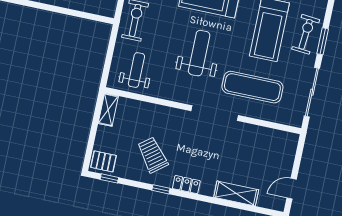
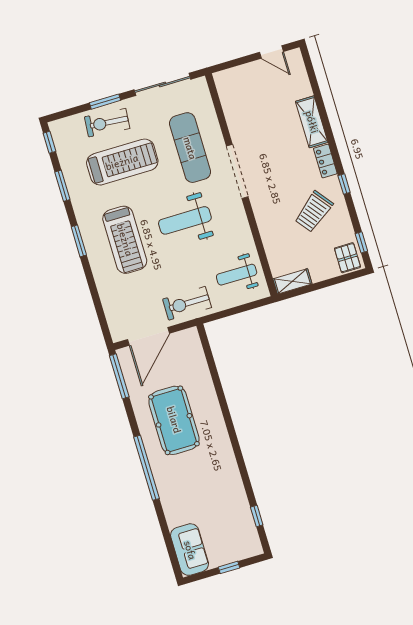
shelving: (236, 193) -> (312, 122), moved

